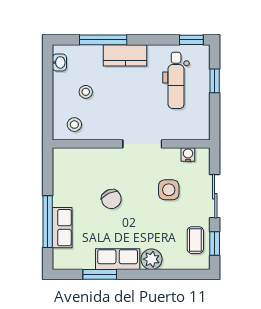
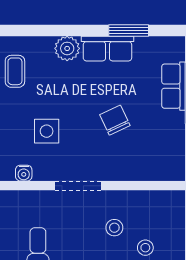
stool: (74, 125) -> (114, 228), moved

